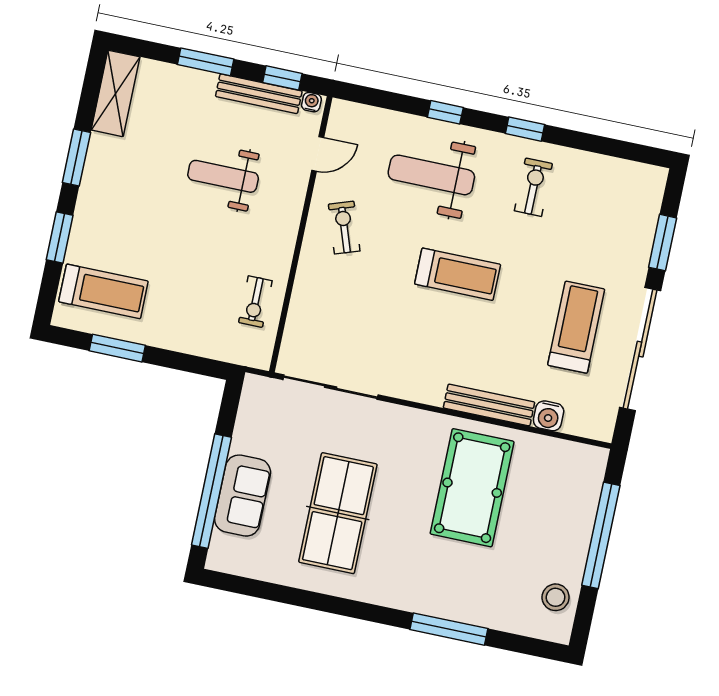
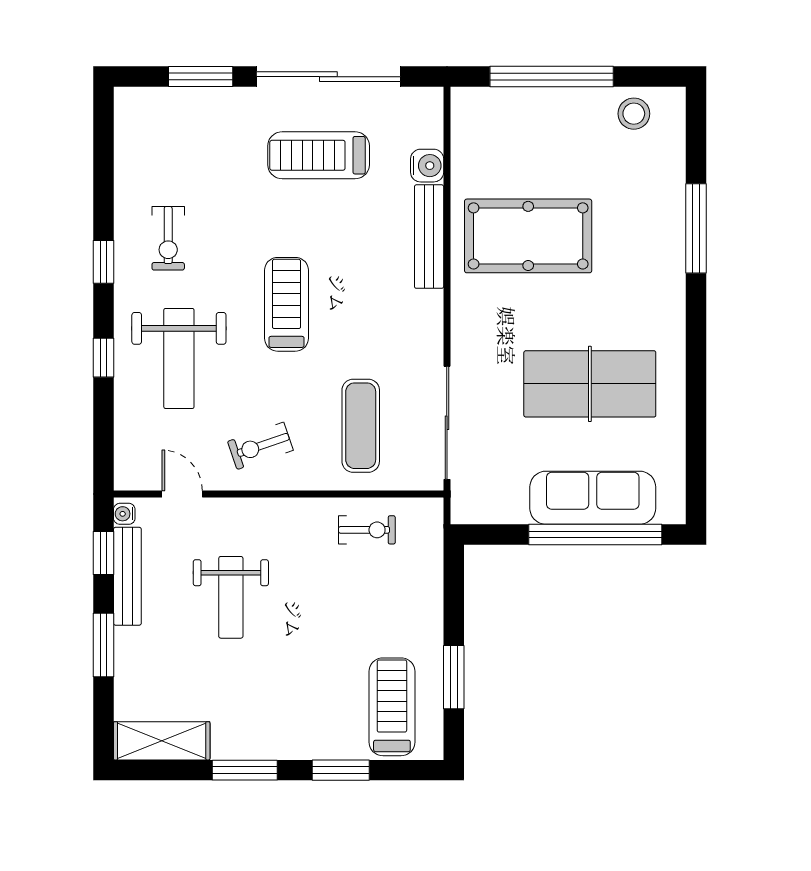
exercise bike: (533, 187) -> (168, 238), turned -90
exercise mat: (343, 315) -> (361, 426), added
sofa: (243, 496) -> (593, 498), width x1.36

